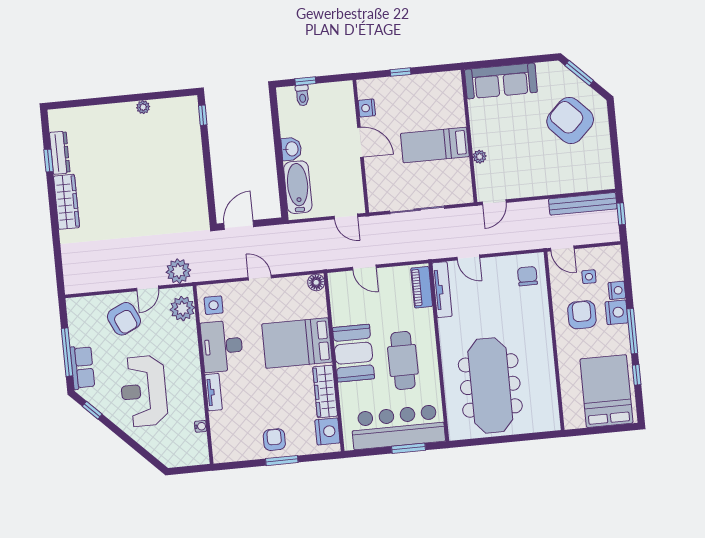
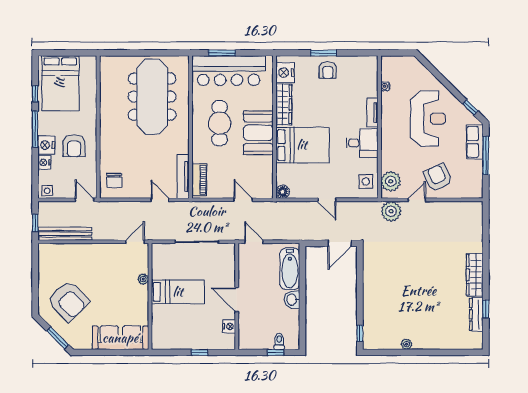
side table: (589, 277) -> (47, 191), moved
desk: (222, 346) -> (362, 143), width x0.73

